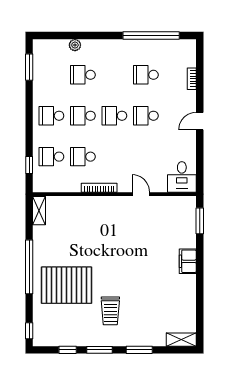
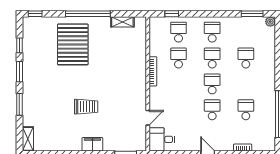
plant: (75, 45) -> (270, 22), moved
door: (141, 194) -> (148, 118), moved
shelving: (39, 211) -> (122, 22), moved
trolley: (110, 311) -> (86, 107), moved, turned 180

